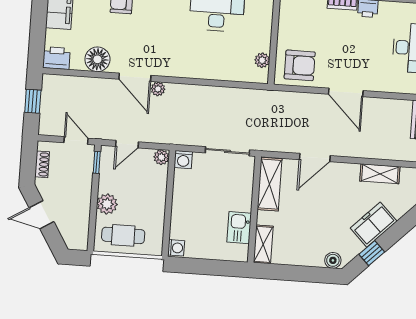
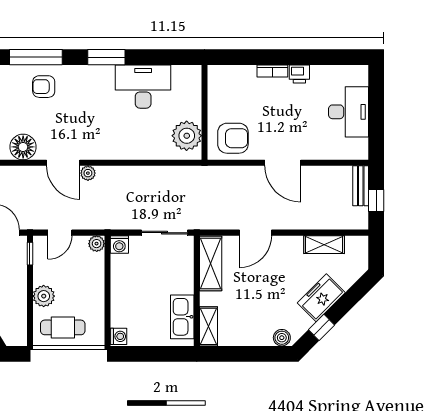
plant: (262, 60) -> (187, 136), width x1.87, depth x1.87
kitchen sink: (239, 228) -> (182, 317), width x1.38

